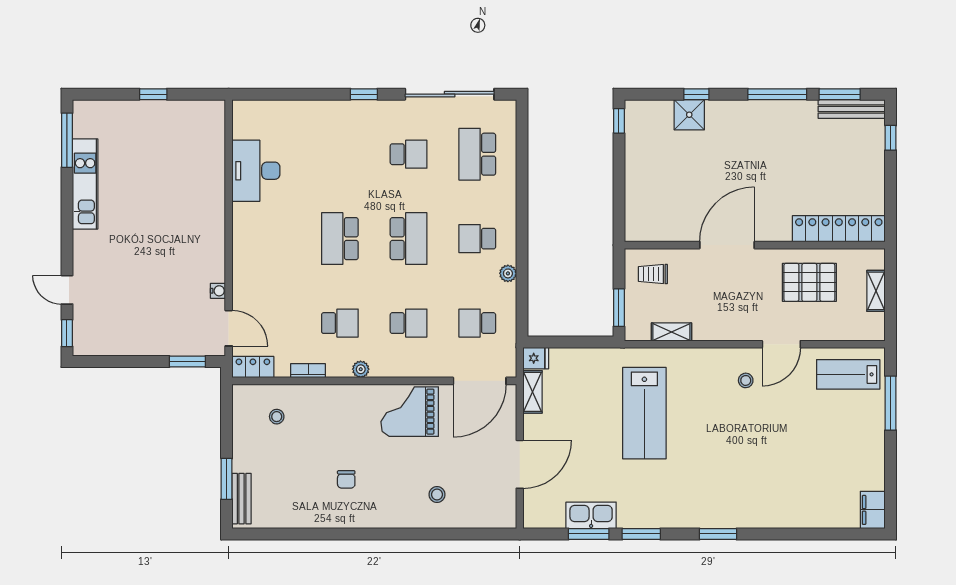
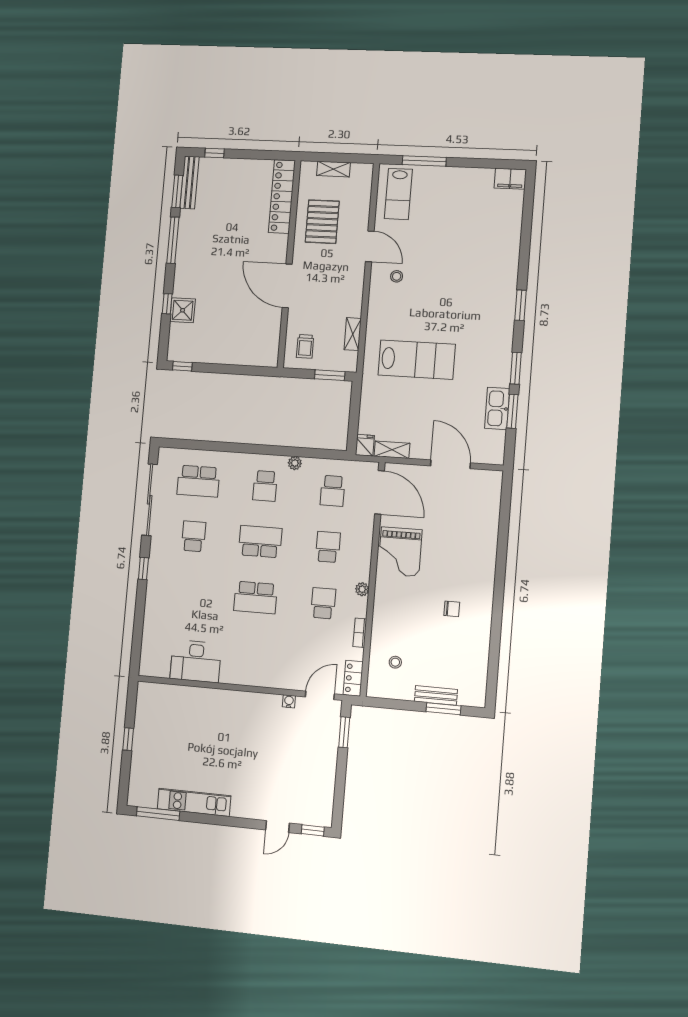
stool: (437, 495) -> (470, 534), removed
bench: (242, 499) -> (436, 695), moved

